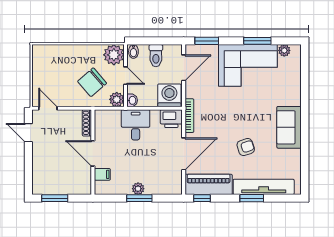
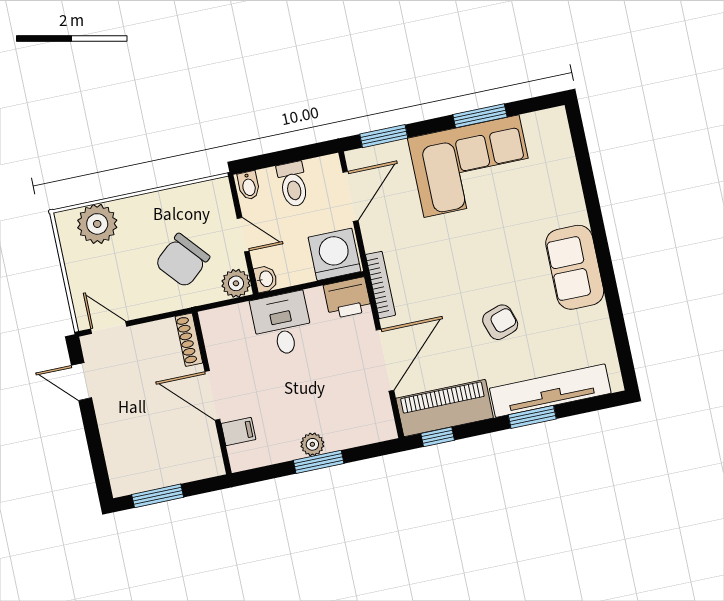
plant: (284, 50) -> (535, 123), removed
plant: (114, 55) -> (97, 224), moved

